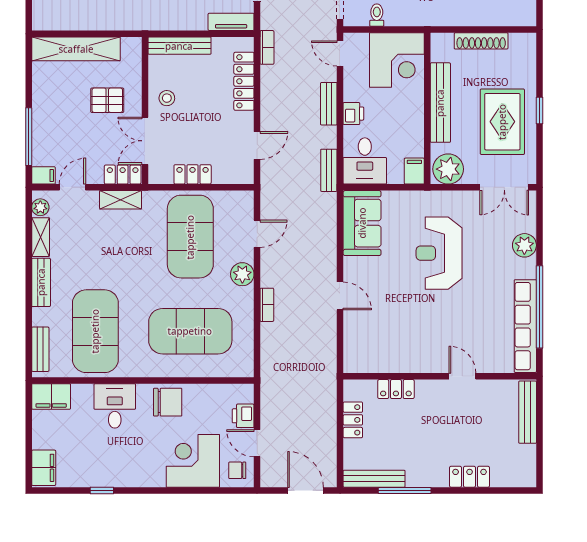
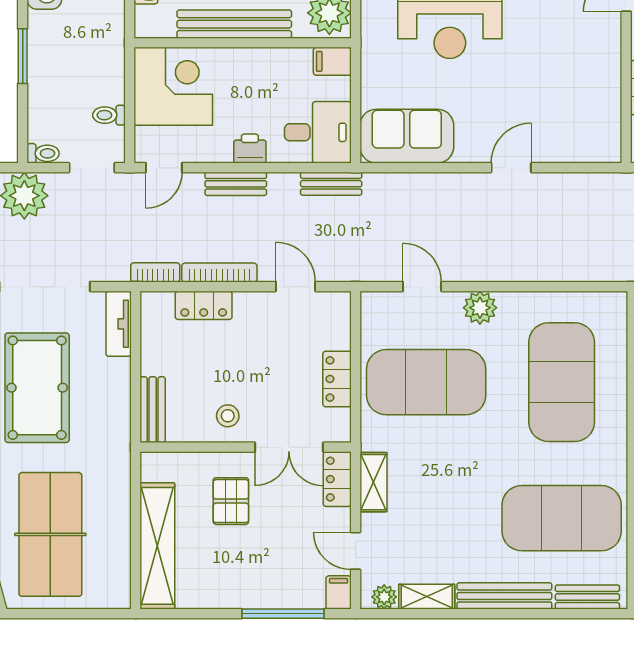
bench: (179, 46) -> (153, 410), width x0.73
locker: (244, 81) -> (204, 305), width x0.66
bench: (41, 282) -> (504, 596), width x1.36
bookcase: (267, 305) -> (219, 273), moved, width x1.56

